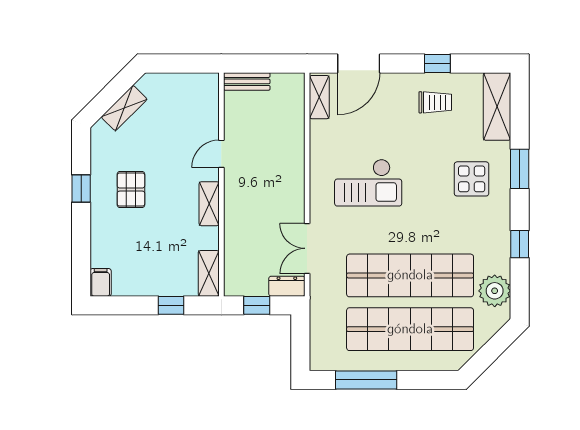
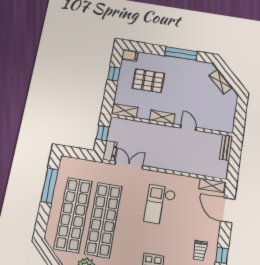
window: (81, 189) -> (181, 54), width x2.17
pallet: (131, 190) -> (148, 81), moved, width x1.50, depth x1.42
window: (171, 305) -> (114, 74), moved

